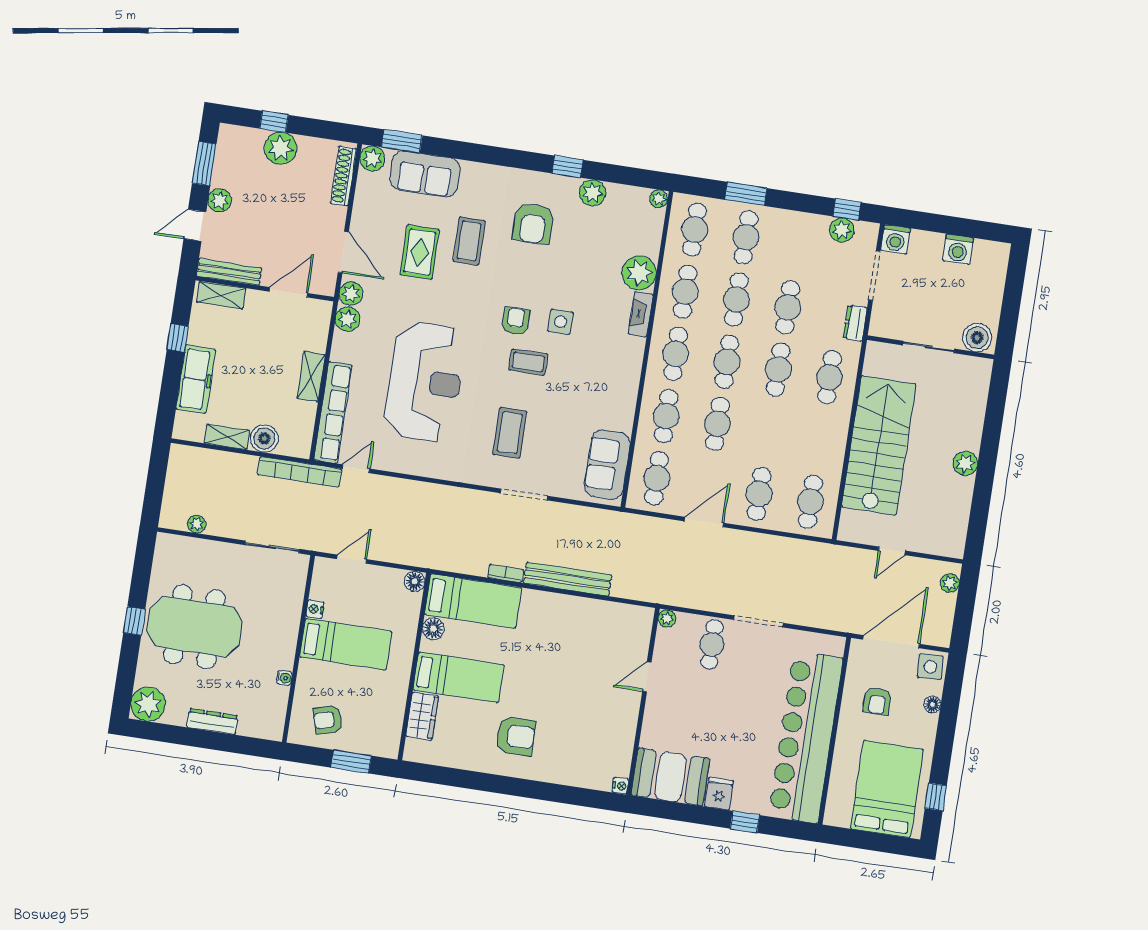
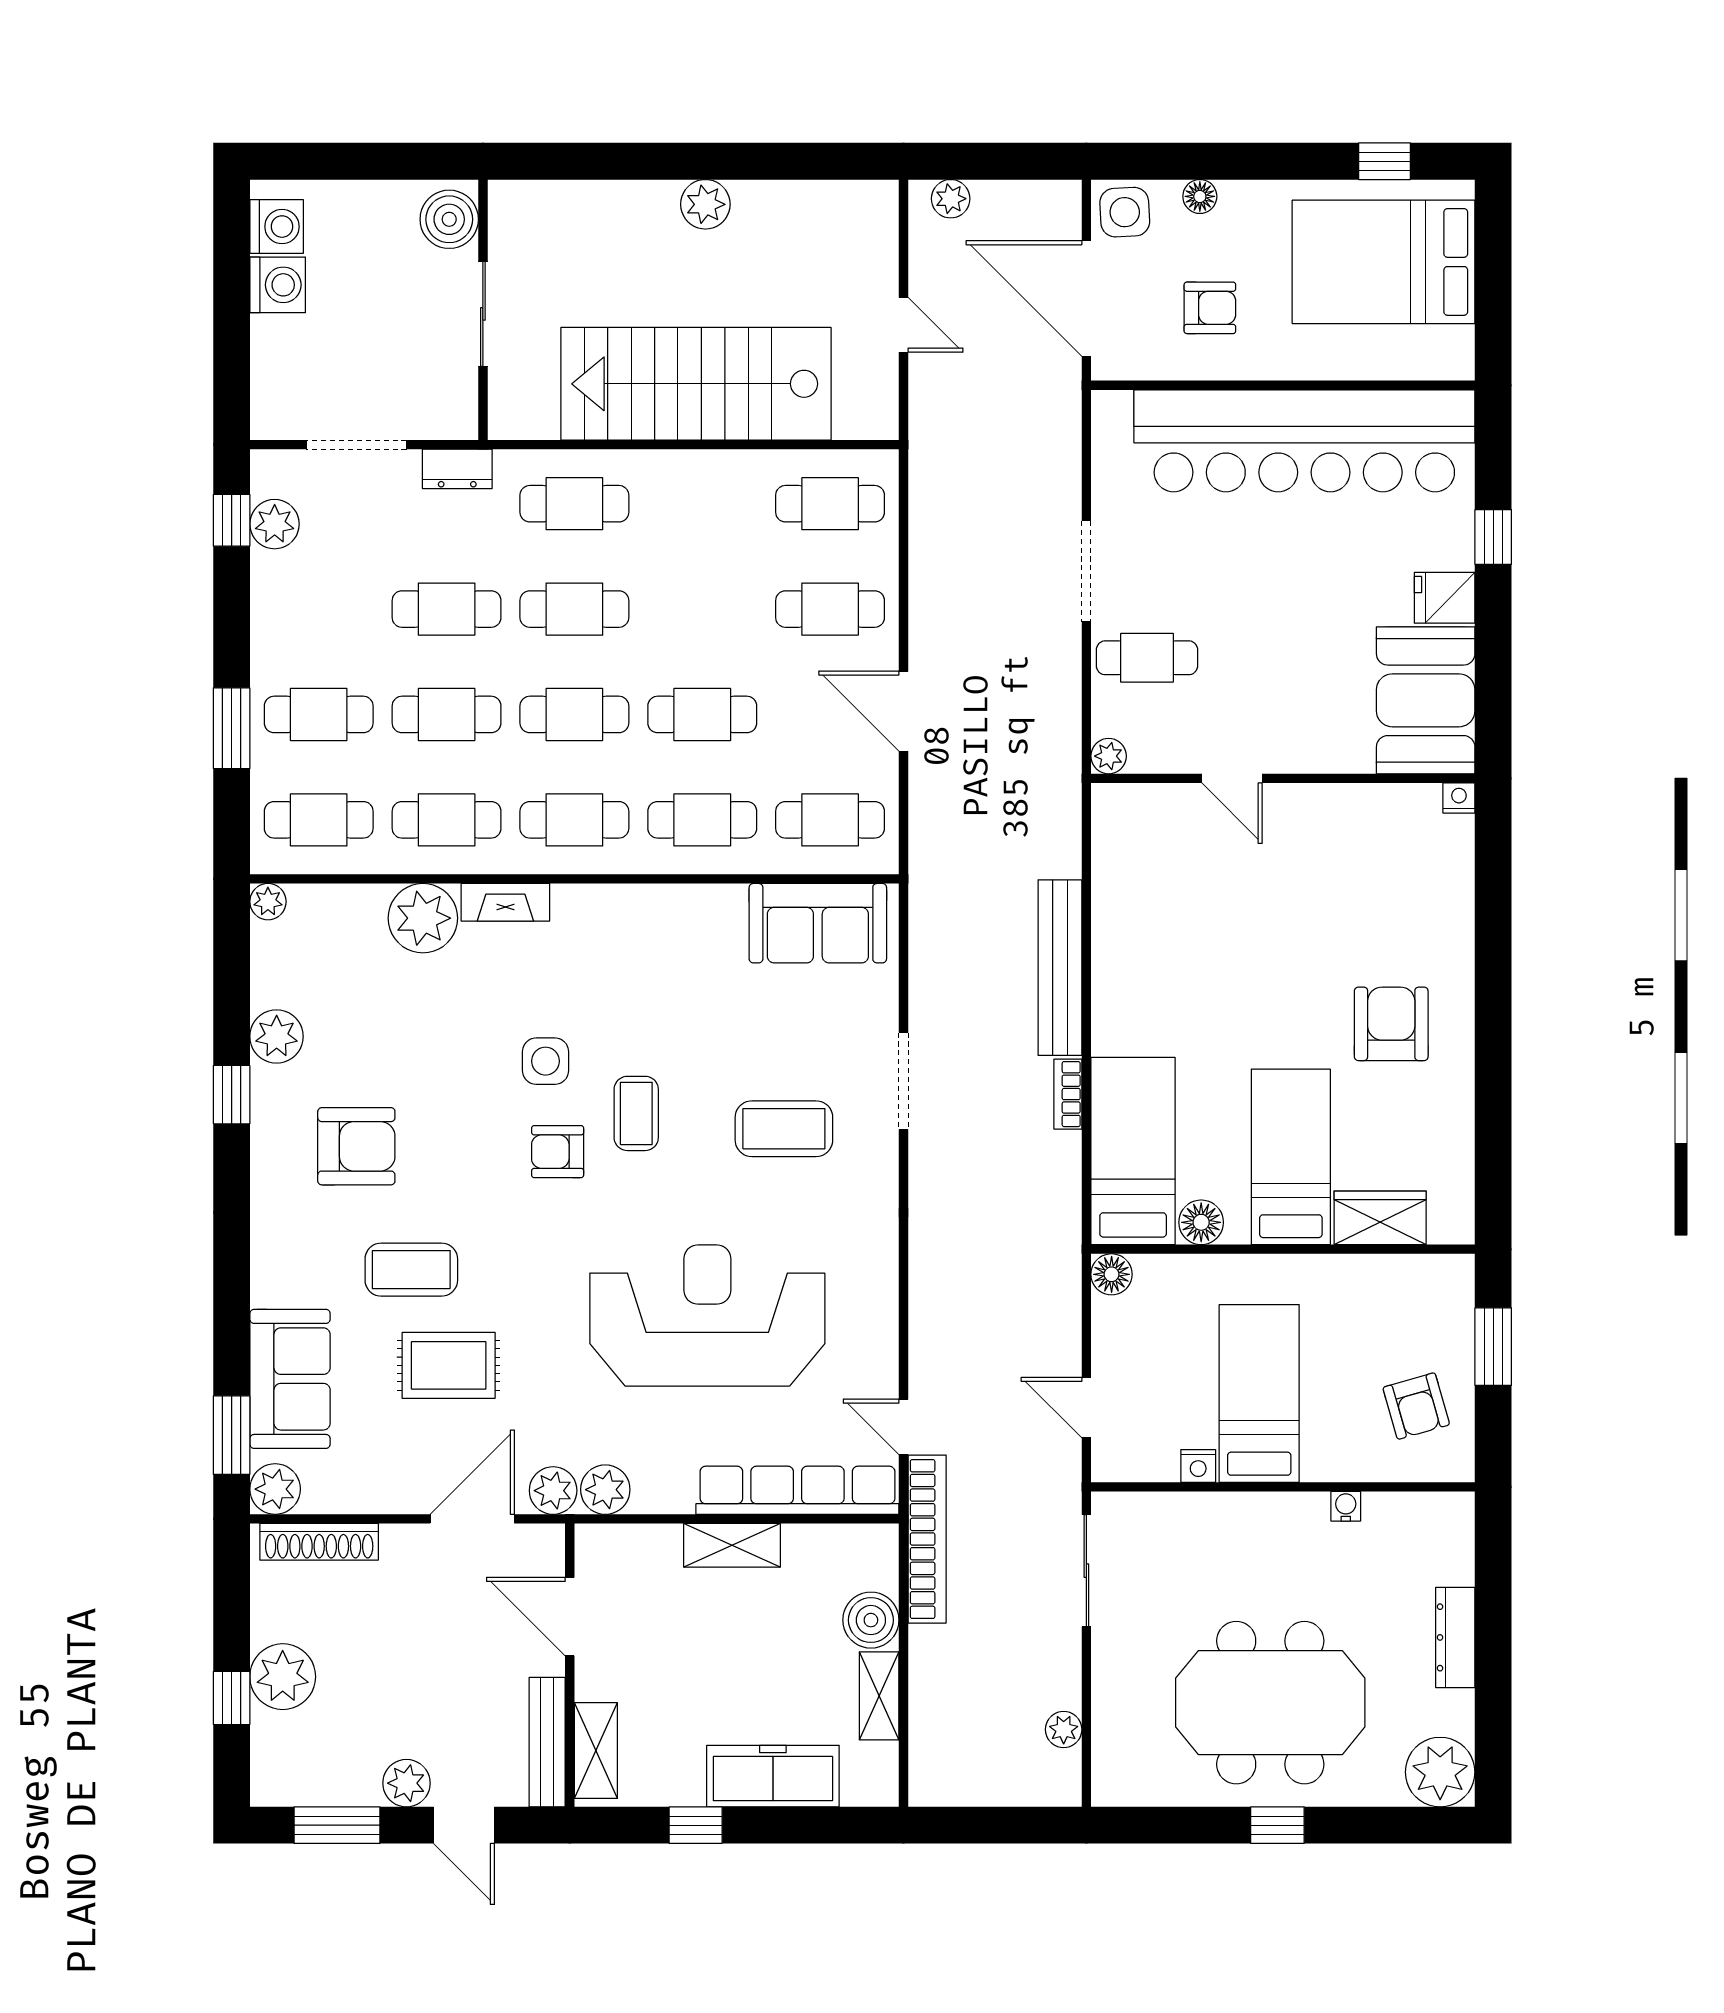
washing machine: (896, 239) -> (277, 227), moved
meeting table: (194, 627) -> (1270, 1703), turned 90

